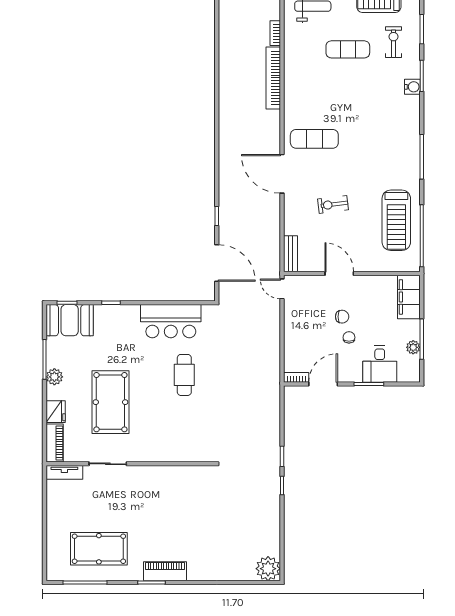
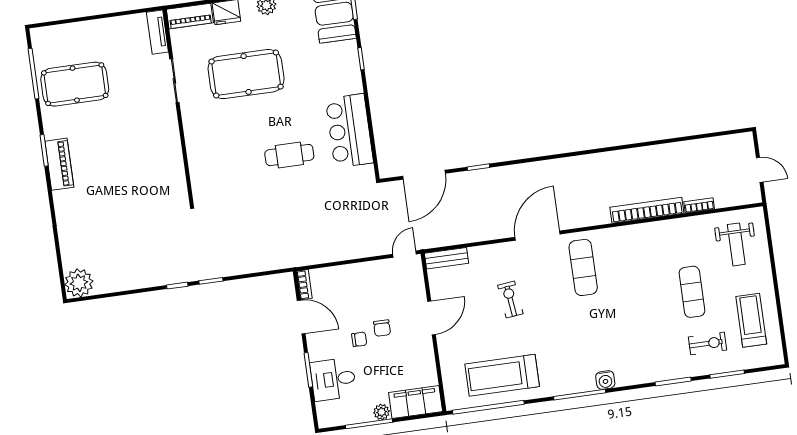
water cooler: (412, 87) -> (605, 380), moved
plant: (413, 347) -> (382, 412), moved
pool table: (99, 549) -> (75, 84), turned 90

